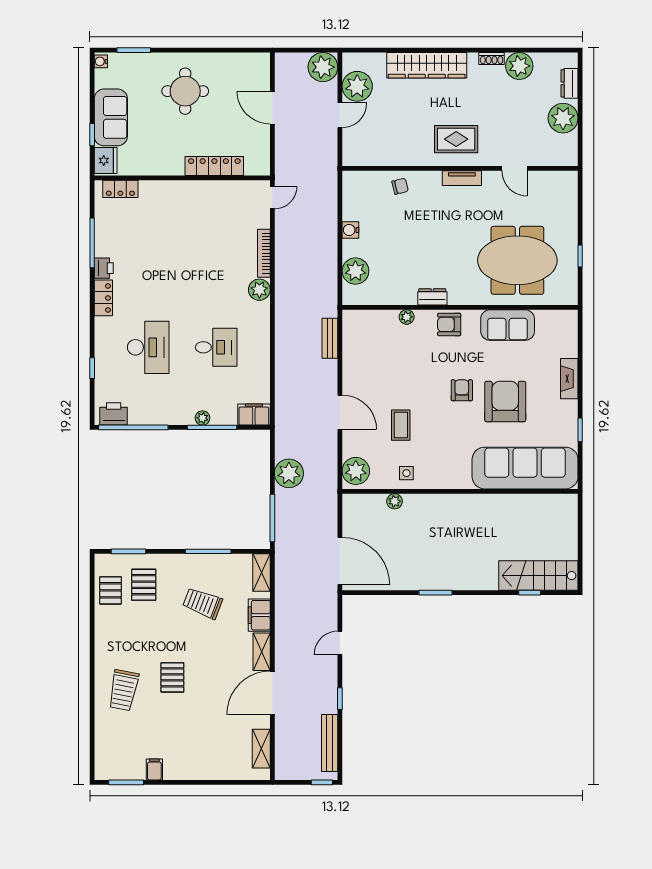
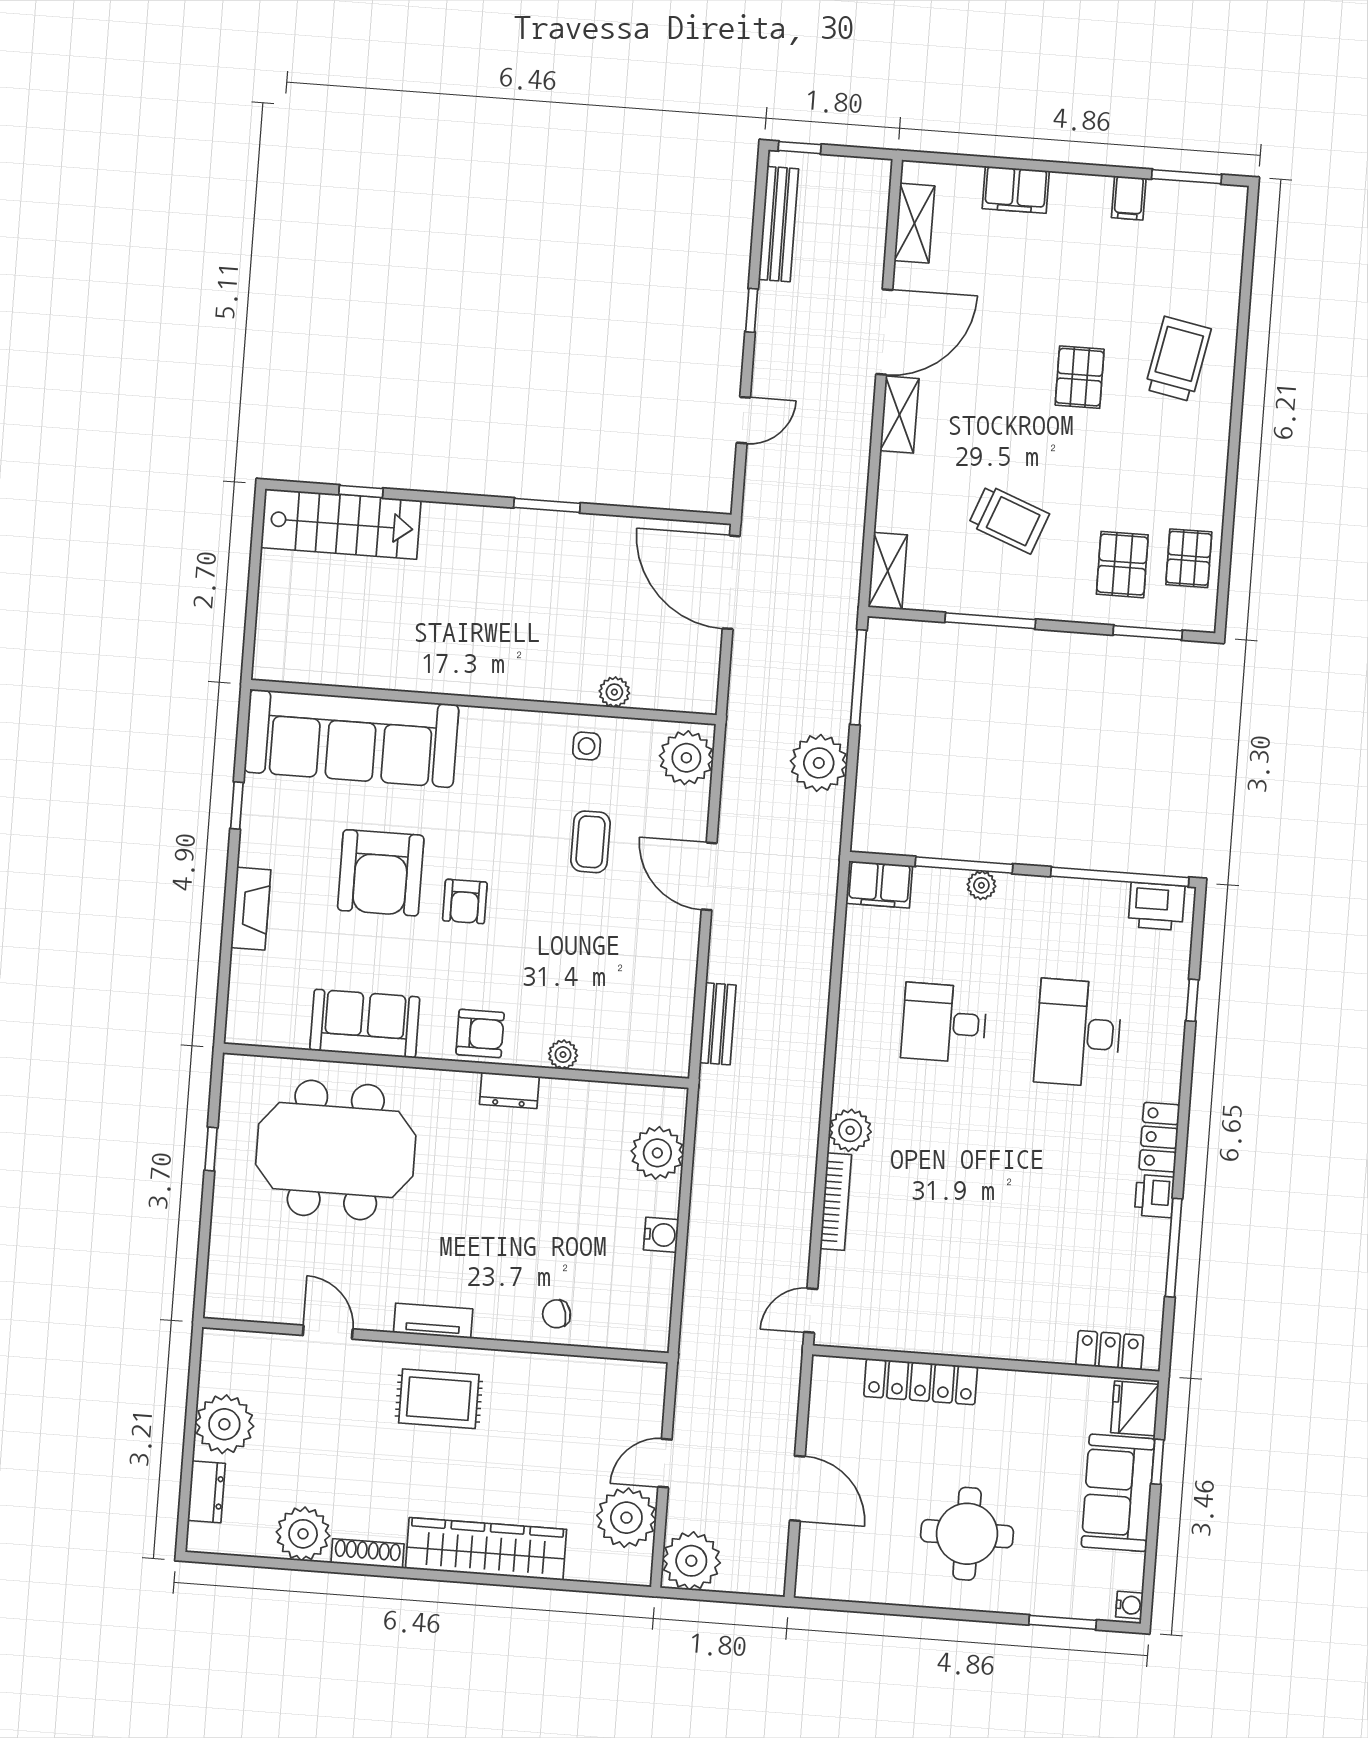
shoe rack: (492, 59) -> (368, 1553), width x1.43
filing cabinet: (259, 615) -> (1016, 190), moved, turned 90

